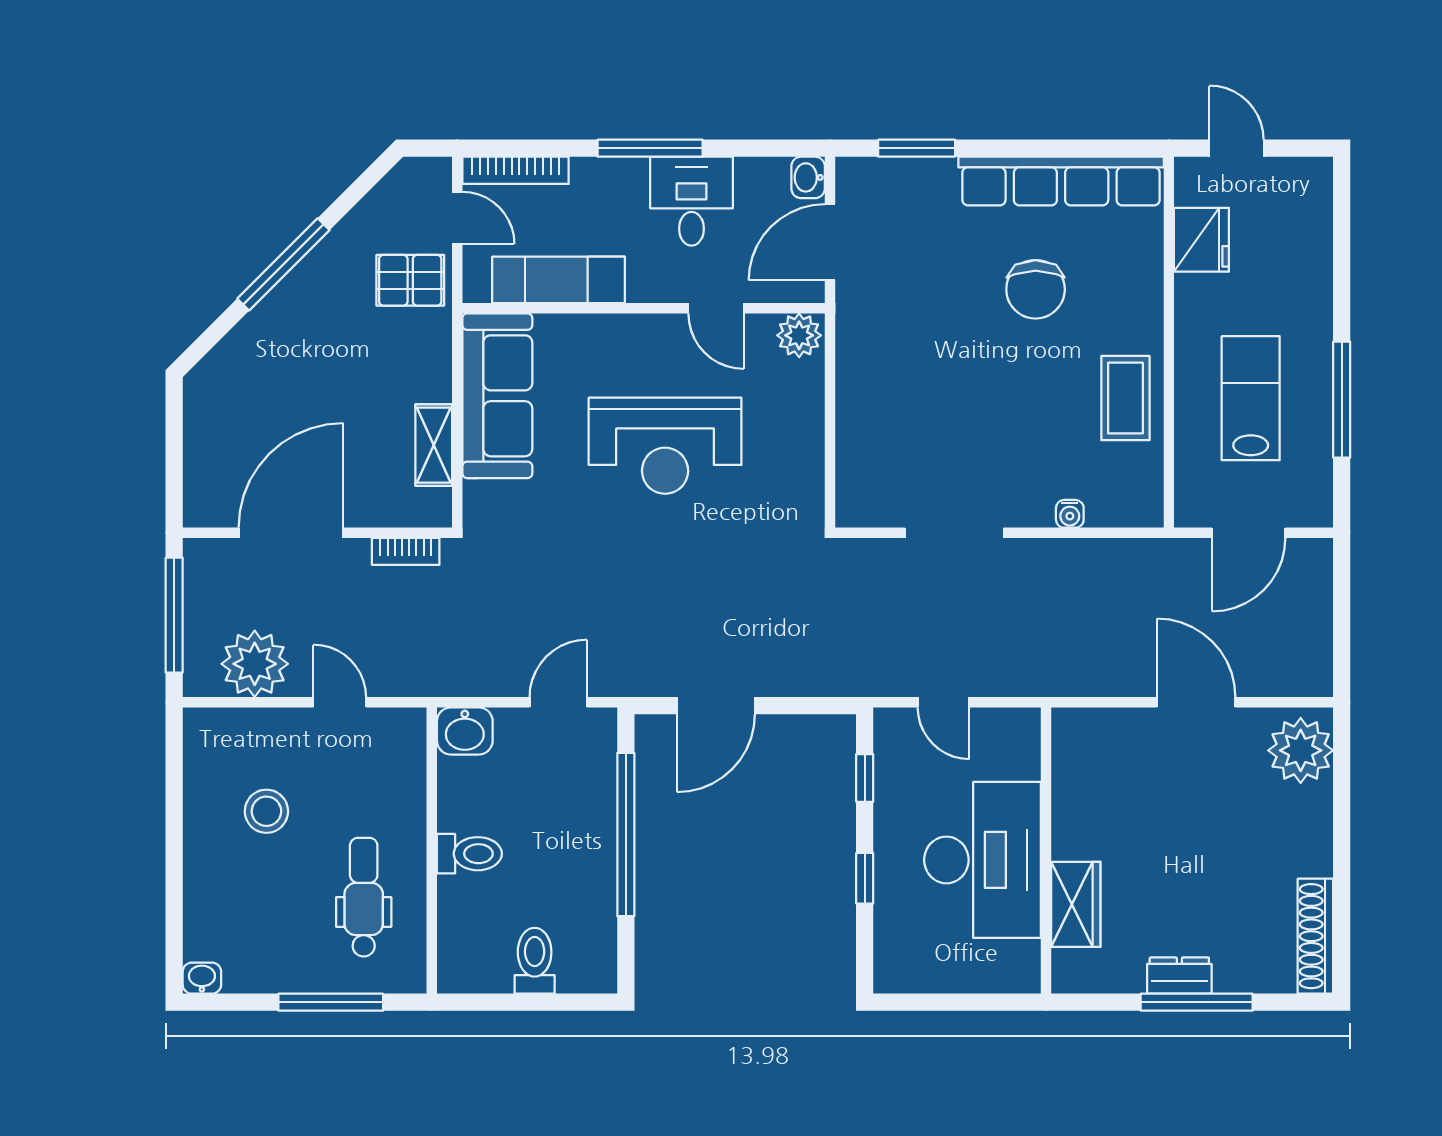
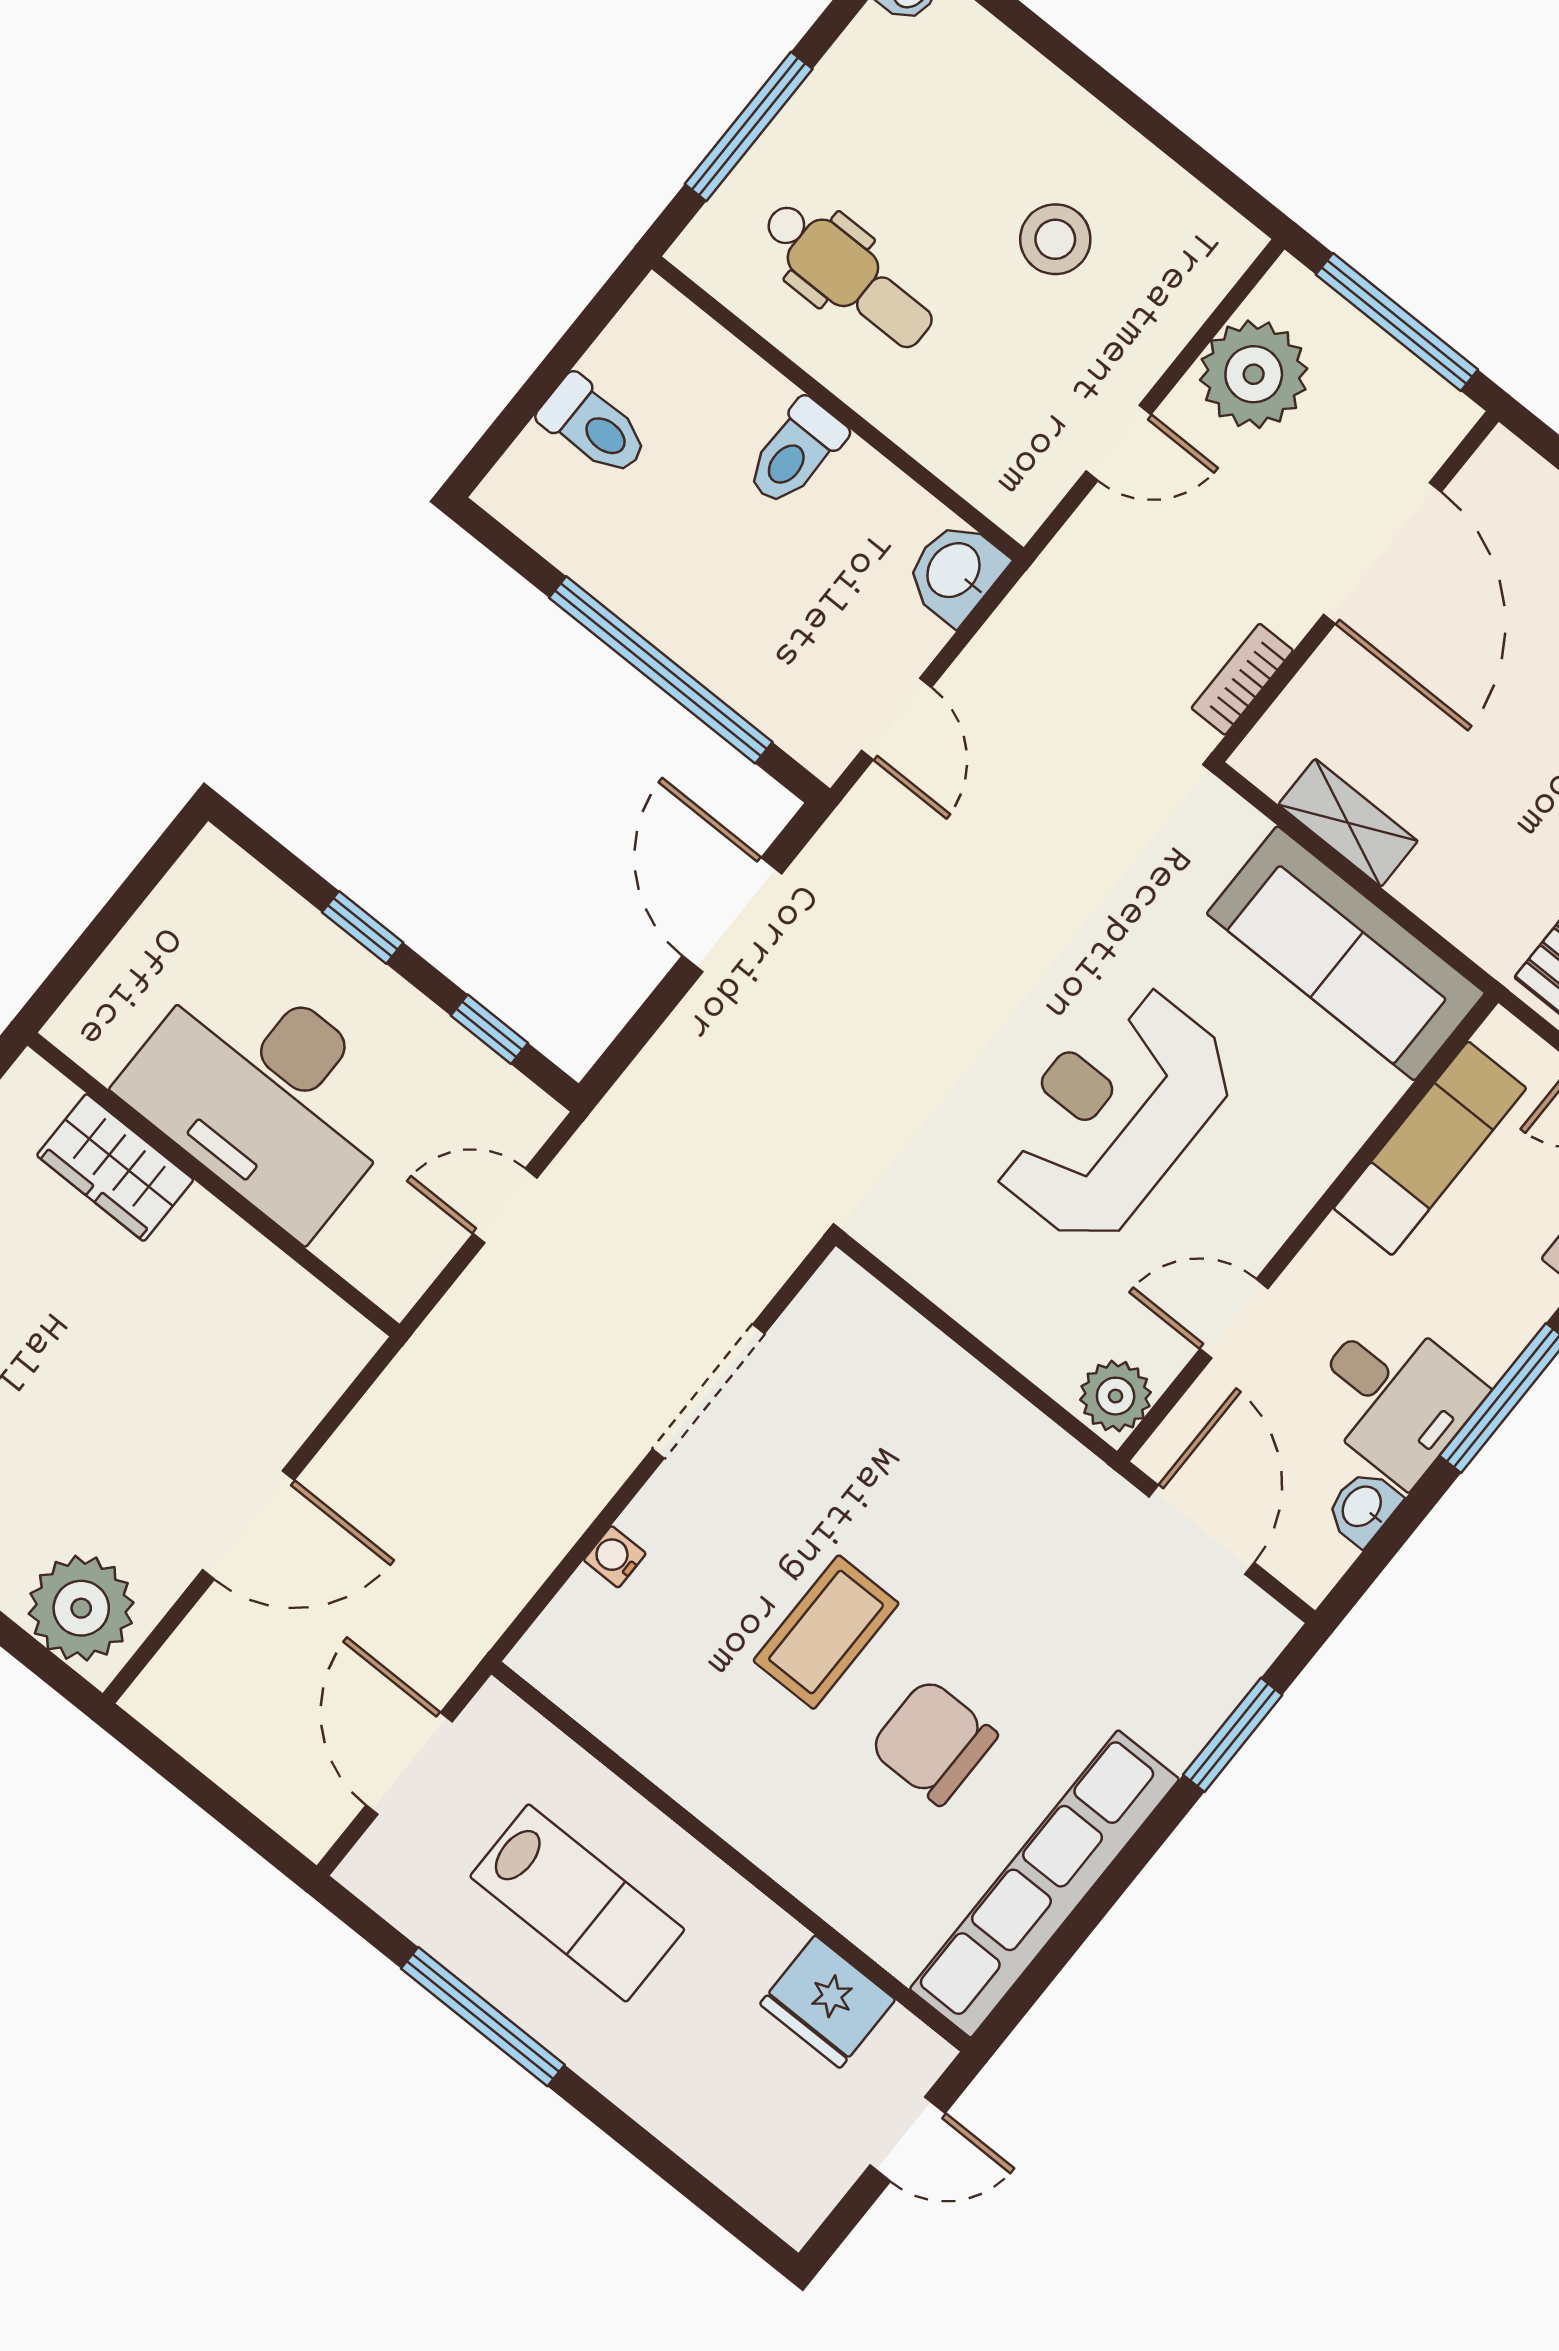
washbasin: (808, 177) -> (1363, 1507), moved, turned -90
coffee table: (1125, 398) -> (826, 1632), moved, turned 90

